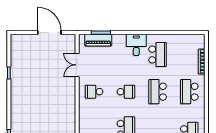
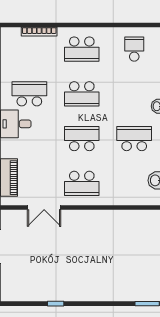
school desk: (94, 92) -> (82, 183), width x1.85
school desk: (126, 92) -> (82, 139), width x1.85

